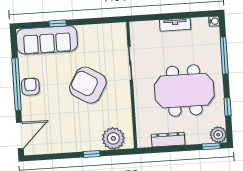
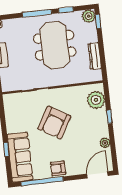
window: (224, 55) -> (37, 13), moved
window: (17, 84) -> (42, 181), moved
door: (20, 135) -> (98, 175), hinge flipped
plant: (59, 147) -> (105, 143), added

